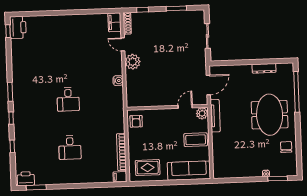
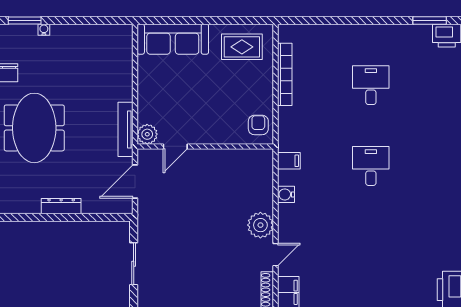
door: (123, 44) -> (276, 255), hinge flipped
dresser: (264, 68) -> (61, 206), moved
coffee table: (196, 140) -> (160, 91), removed
filing cabinet: (120, 177) -> (289, 161), moved

